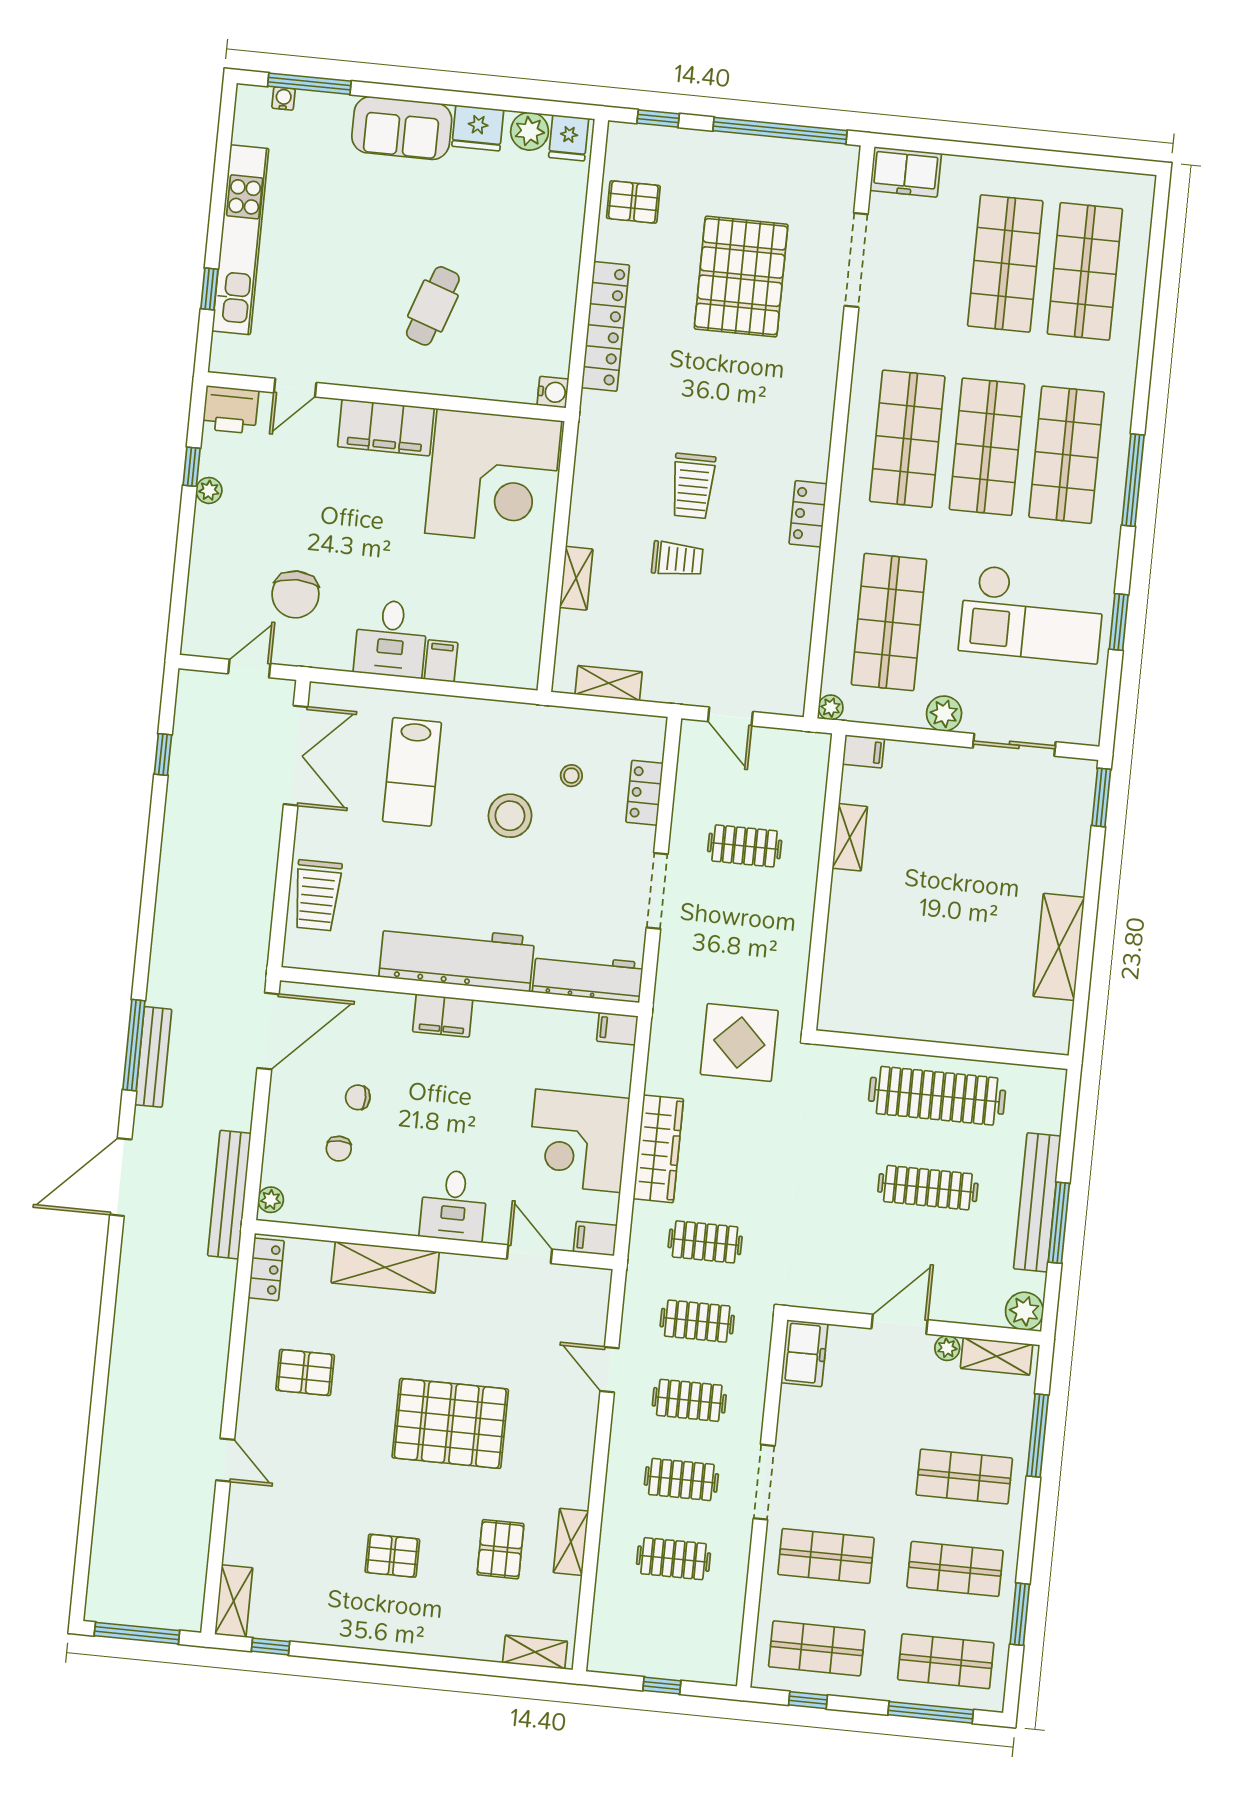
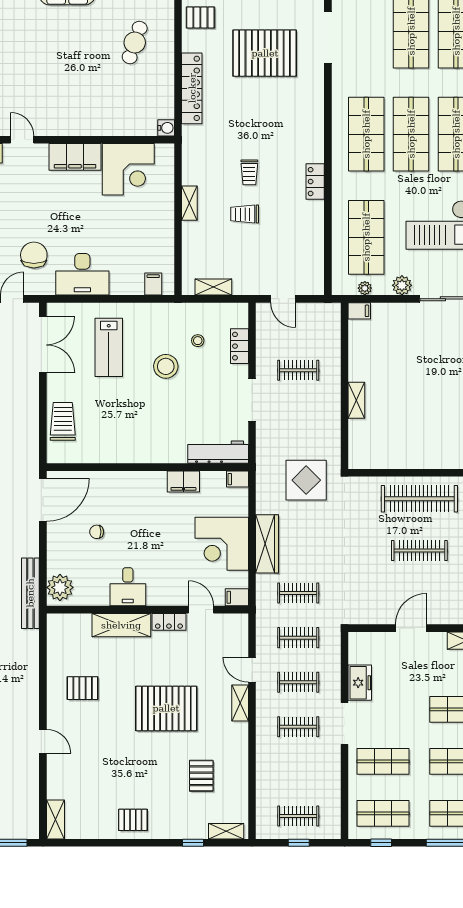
pallet: (741, 277) -> (265, 53), turned 90
cafe table: (433, 306) -> (135, 42), moved
door: (295, 388) -> (22, 140), swing flipped
corner desk: (493, 477) -> (128, 169), width x0.74, depth x0.74
trolley: (693, 486) -> (249, 172), width x0.73, depth x0.72
trolley: (677, 559) -> (245, 214), turned 180
shelving: (576, 578) -> (189, 203), moved
chair: (295, 594) -> (34, 255), turned 180
desk: (391, 639) -> (82, 274), width x1.37
filing cabinet: (441, 661) -> (153, 284), moved
plant: (831, 707) -> (365, 288), moved
shelving: (850, 837) -> (356, 400), moved
trolley: (317, 895) -> (63, 421), turned 180
workbench: (457, 957) -> (144, 448), removed
filing cabinet: (443, 1016) -> (183, 482), moved
chair: (339, 1149) -> (89, 561), removed
plant: (271, 1200) -> (60, 587), width x1.88, depth x1.88
desk: (454, 1205) -> (128, 587), moved
locker: (266, 1269) -> (169, 622), moved, turned 90
plant: (947, 1348) -> (439, 639), removed
freezer: (804, 1353) -> (360, 683), moved
shelving: (571, 1542) -> (240, 703), moved
pallet: (392, 1556) -> (133, 820), moved
clothes rail: (673, 1559) -> (298, 816), moved
window: (271, 1646) -> (193, 843), moved

